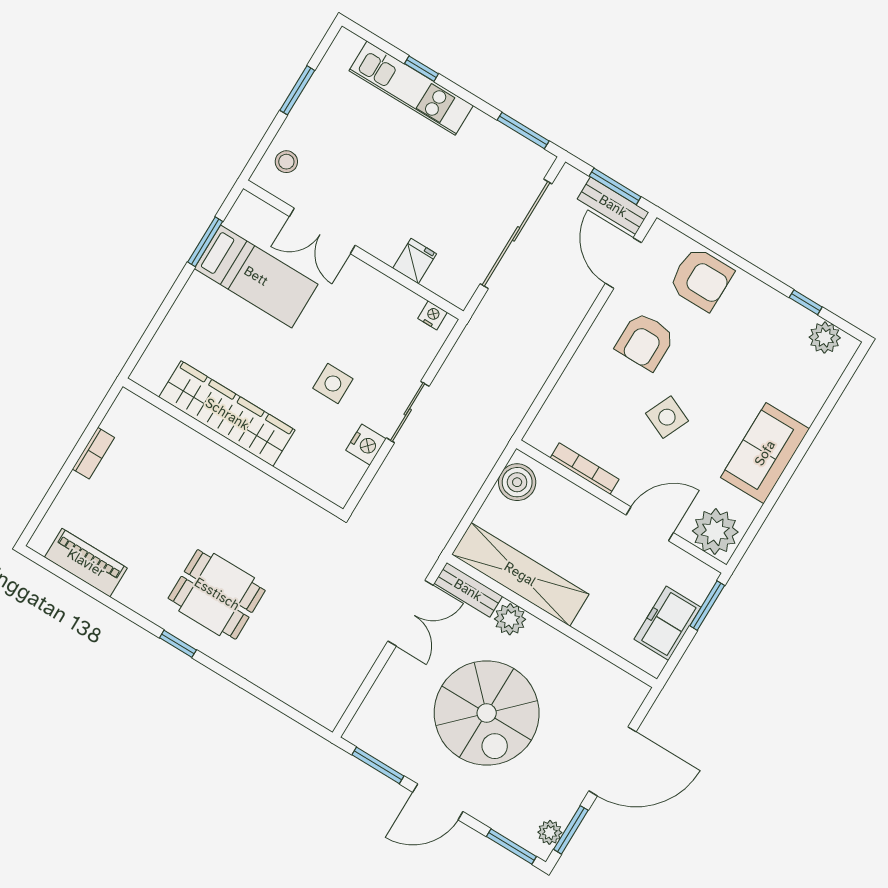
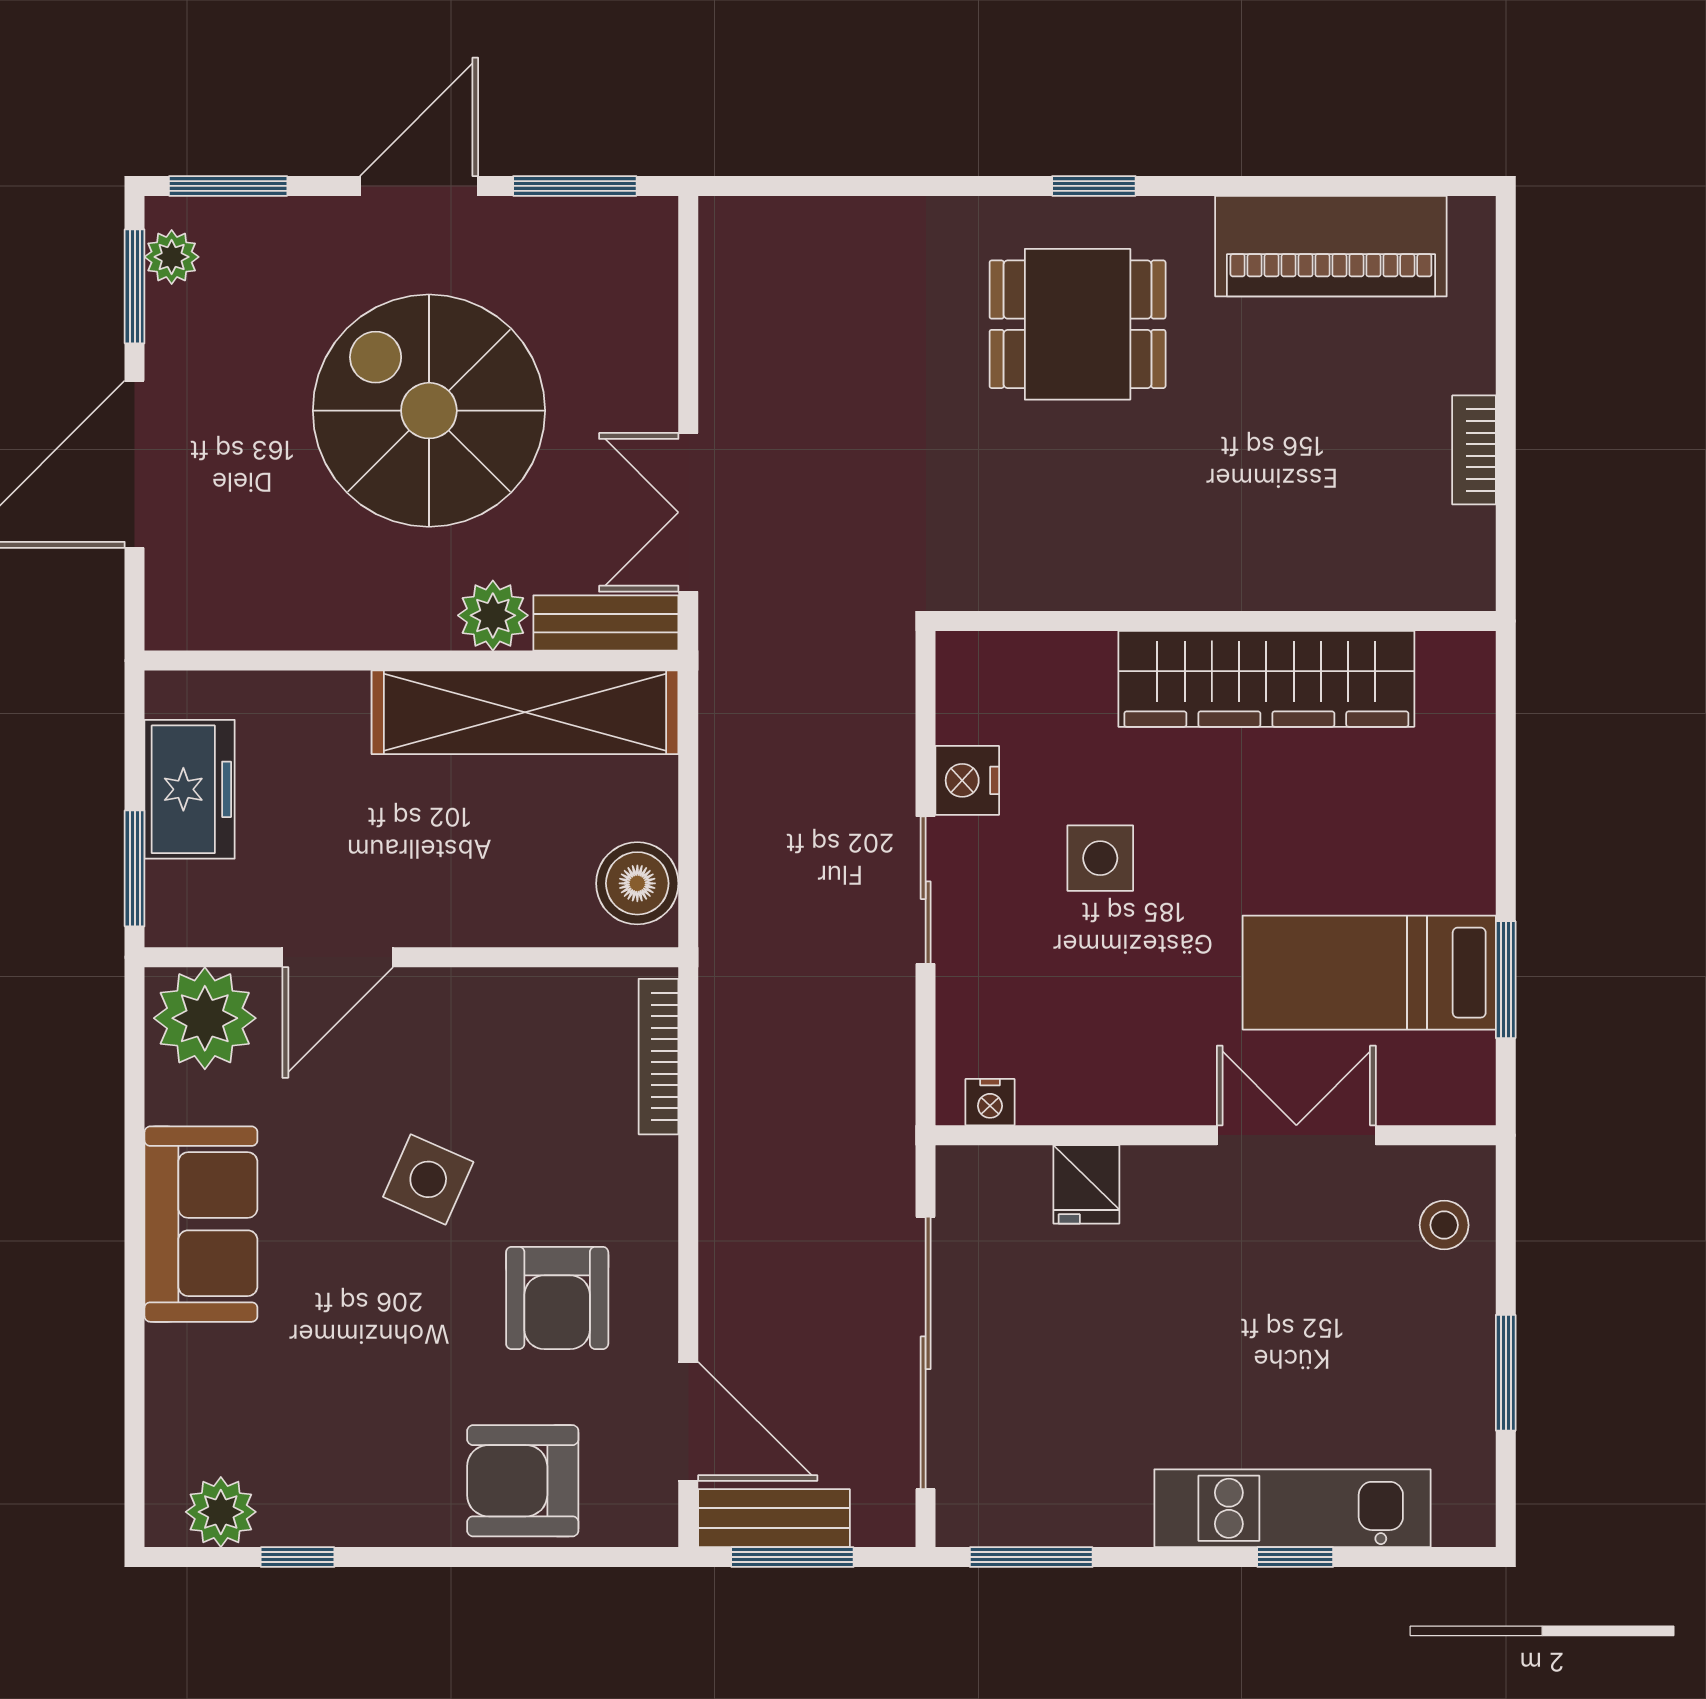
armchair: (645, 341) -> (557, 1298), turned 180
bookcase: (585, 469) -> (658, 1057), moved, turned 90
piano: (86, 563) -> (1331, 246), width x1.37, depth x1.33

